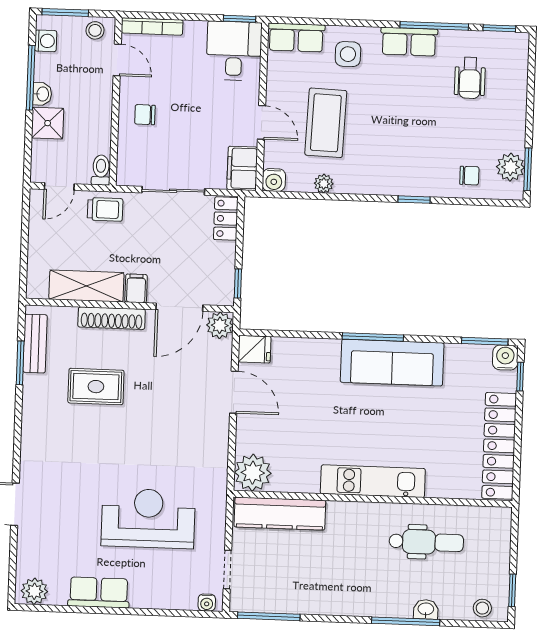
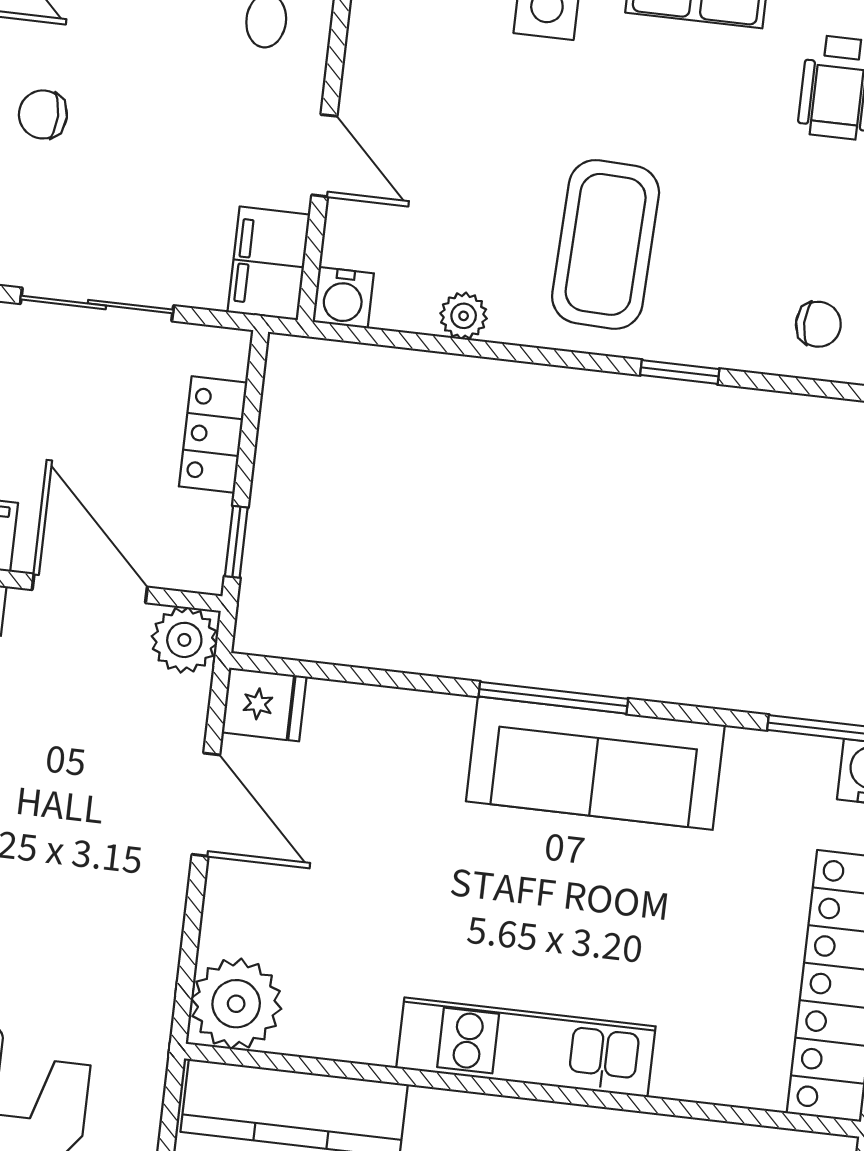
coffee table: (326, 123) -> (606, 244), moved
locker: (226, 219) -> (213, 435), moved
door: (179, 307) -> (90, 588), swing flipped

